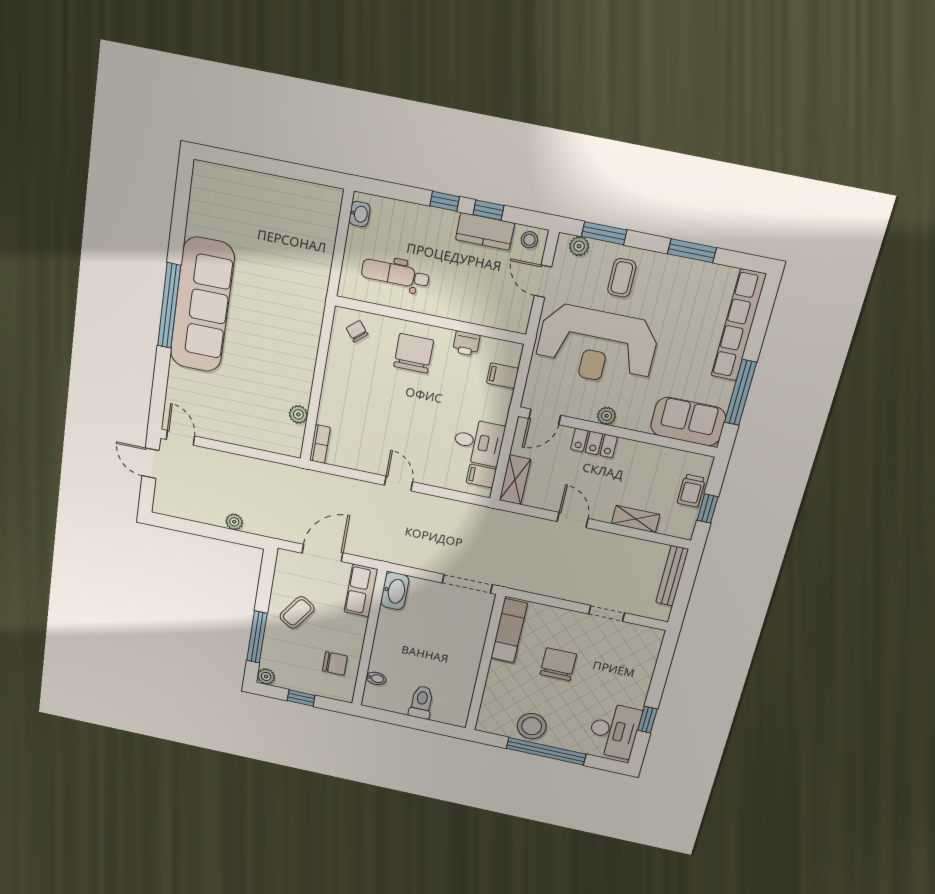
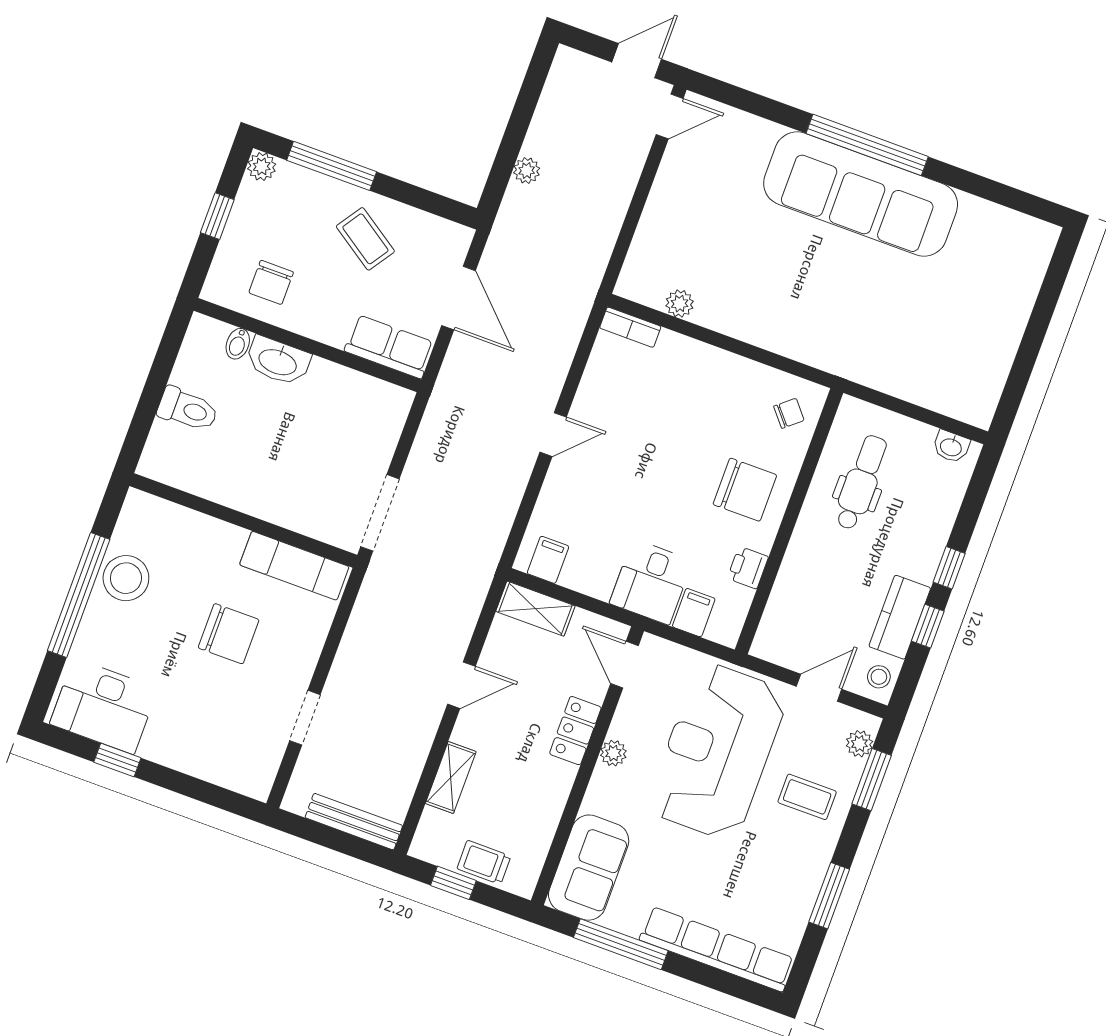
desk: (478, 442) -> (651, 582), moved
washbasin: (395, 591) -> (278, 361), moved

